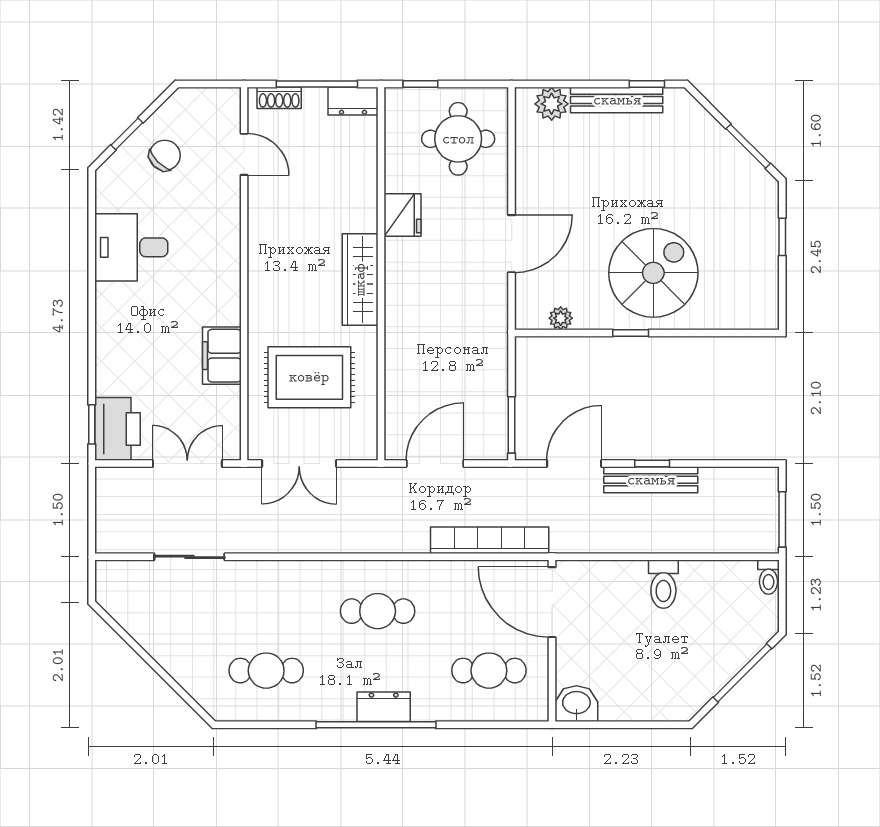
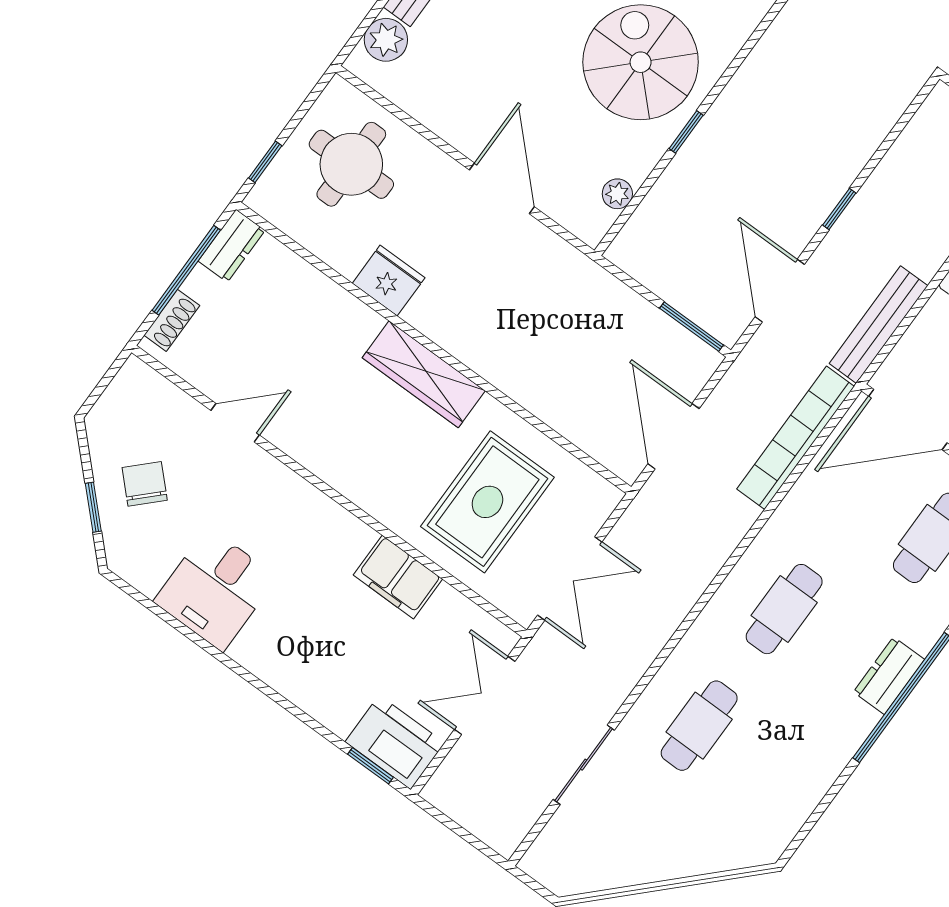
door: (244, 154) -> (235, 423), moved
bench: (651, 480) -> (879, 325), moved
cafe table: (266, 671) -> (699, 726), moved

